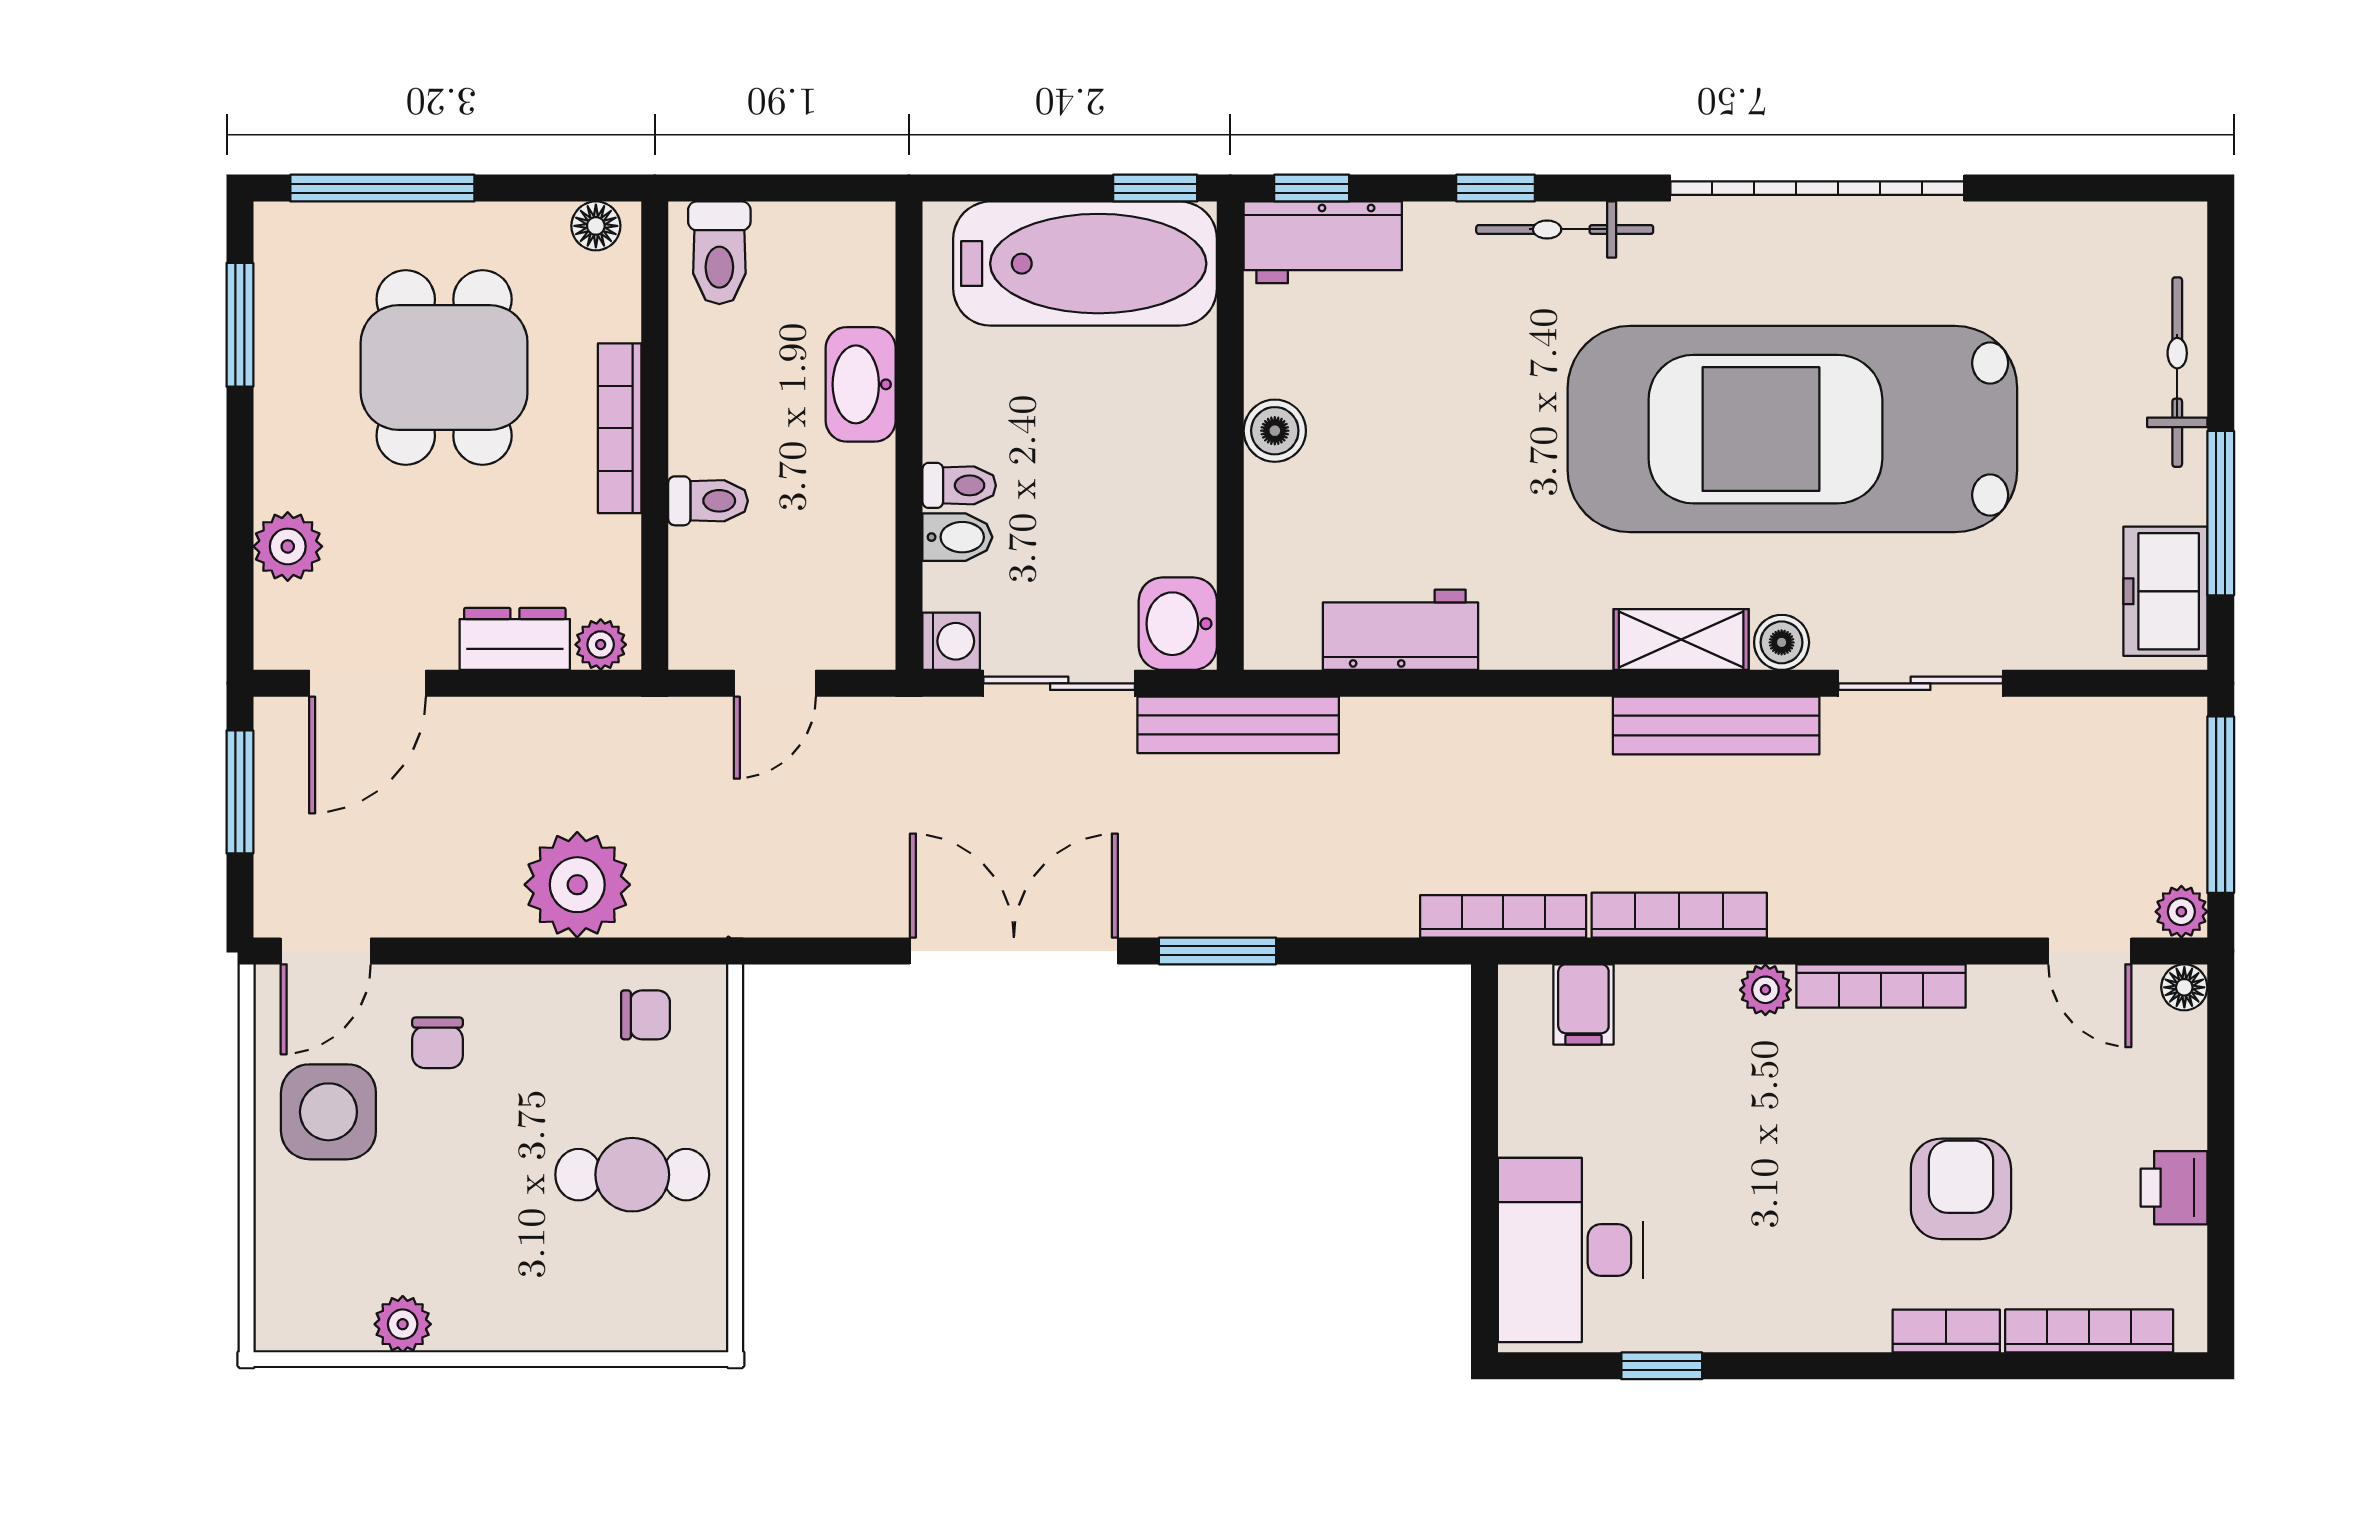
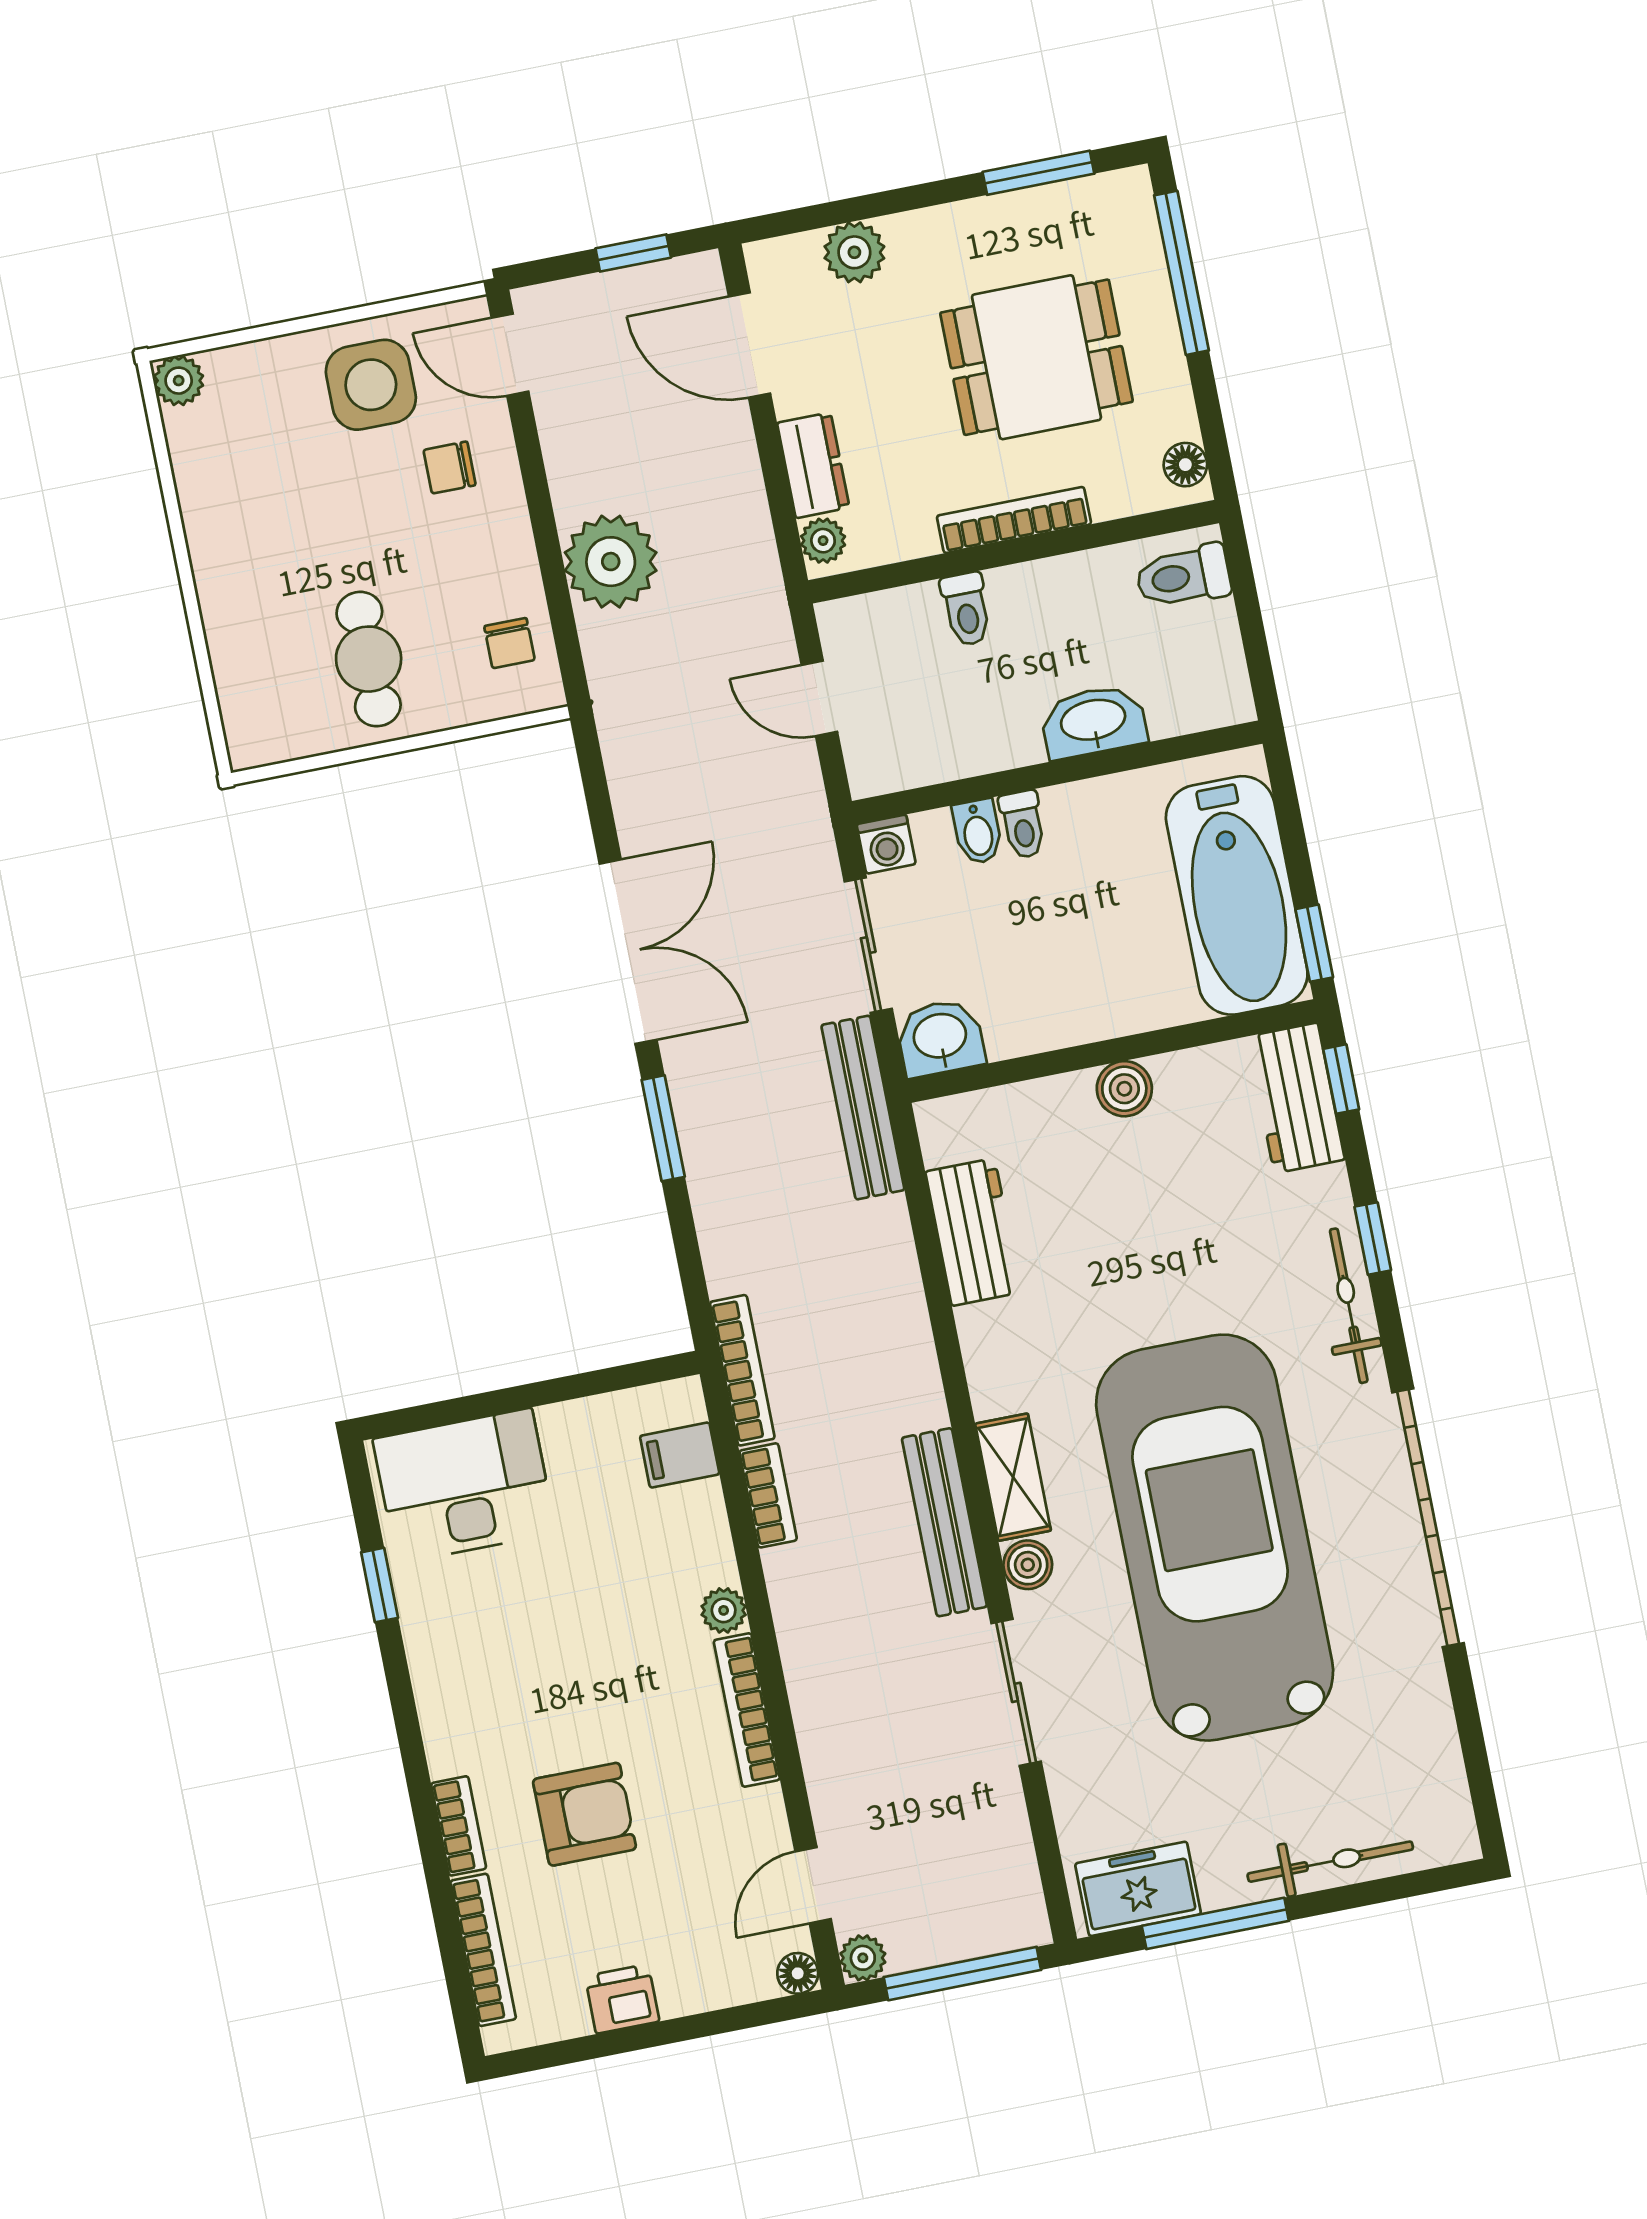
window: (240, 792) -> (633, 253), width x0.67
bookcase: (1679, 915) -> (768, 1495), width x0.64
plant: (403, 1324) -> (179, 381), moved

